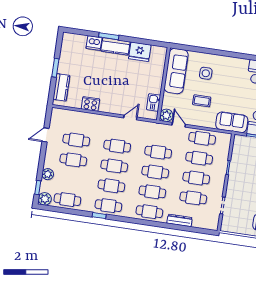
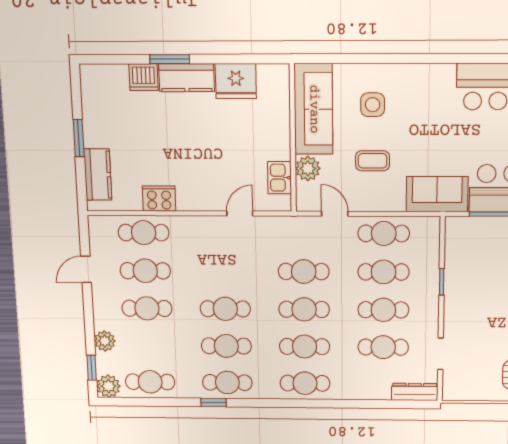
plant: (166, 115) -> (308, 168), moved
cafe table: (117, 146) -> (144, 233), moved
dresser: (180, 220) -> (415, 392), moved

